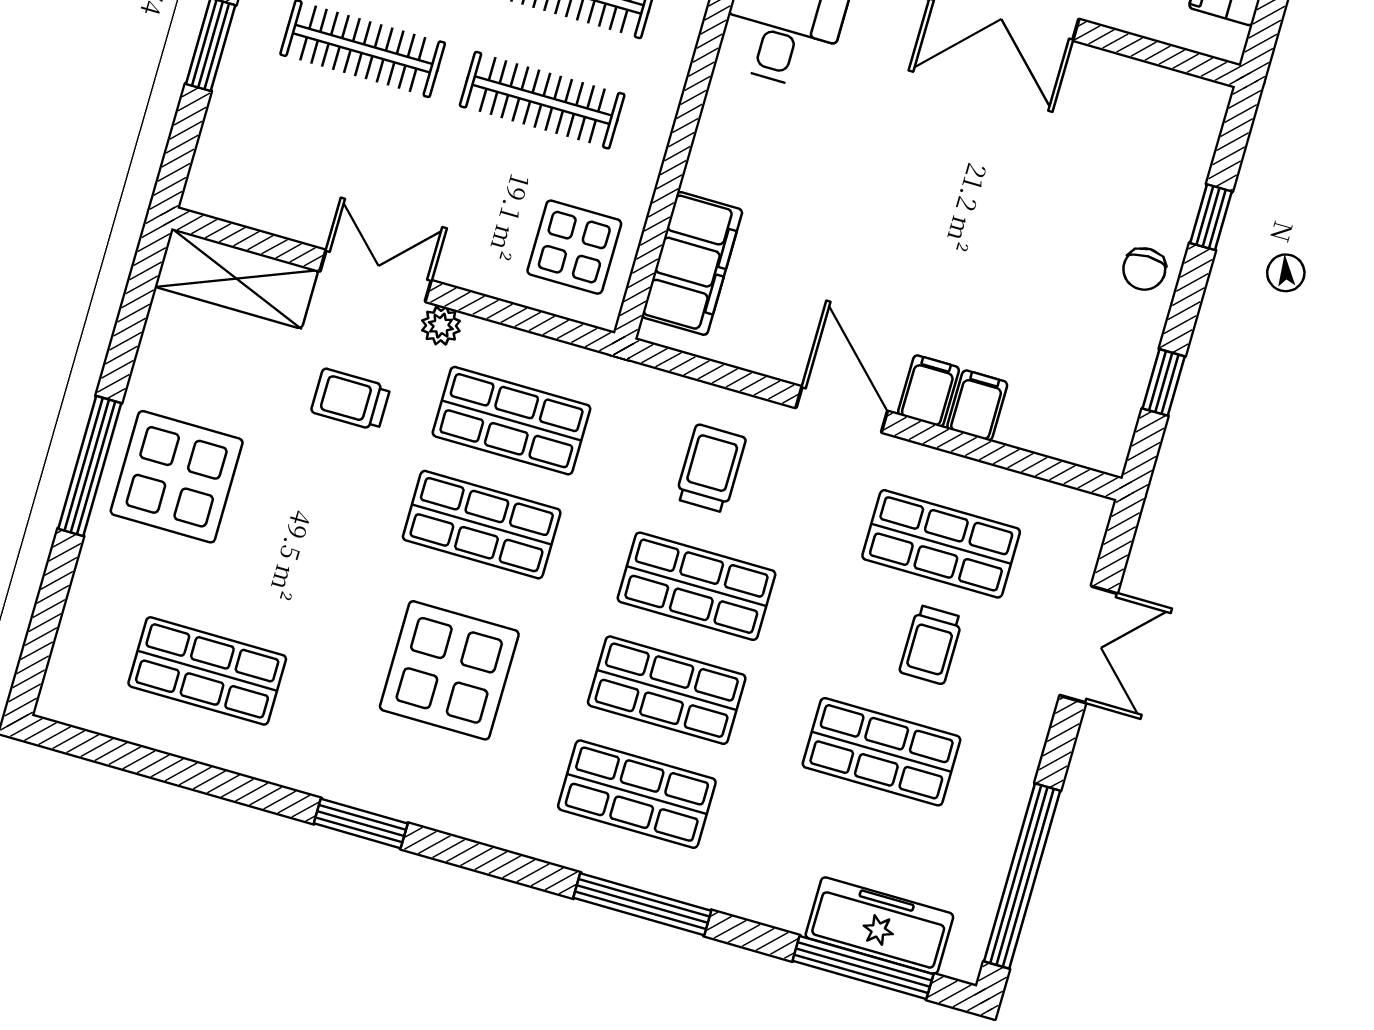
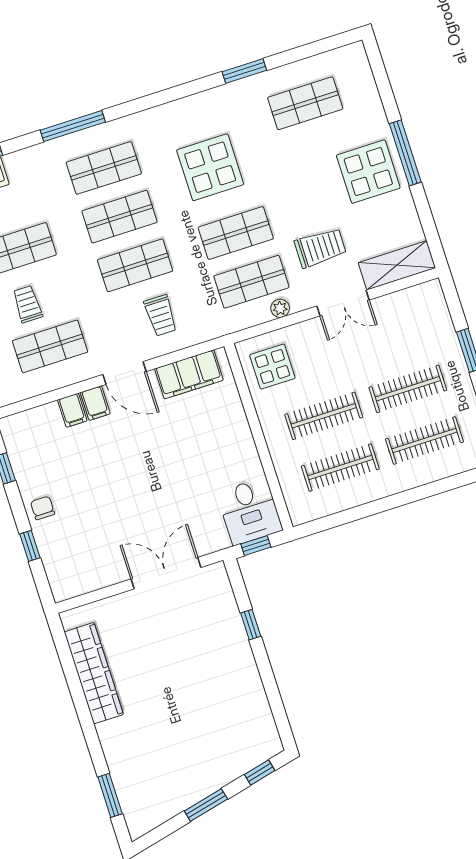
filing cabinet: (692, 263) -> (189, 374), moved, turned -90
plant: (441, 326) -> (280, 308), moved
trolley: (351, 399) -> (320, 248), width x1.36, depth x1.39
window: (361, 823) -> (244, 71), moved

